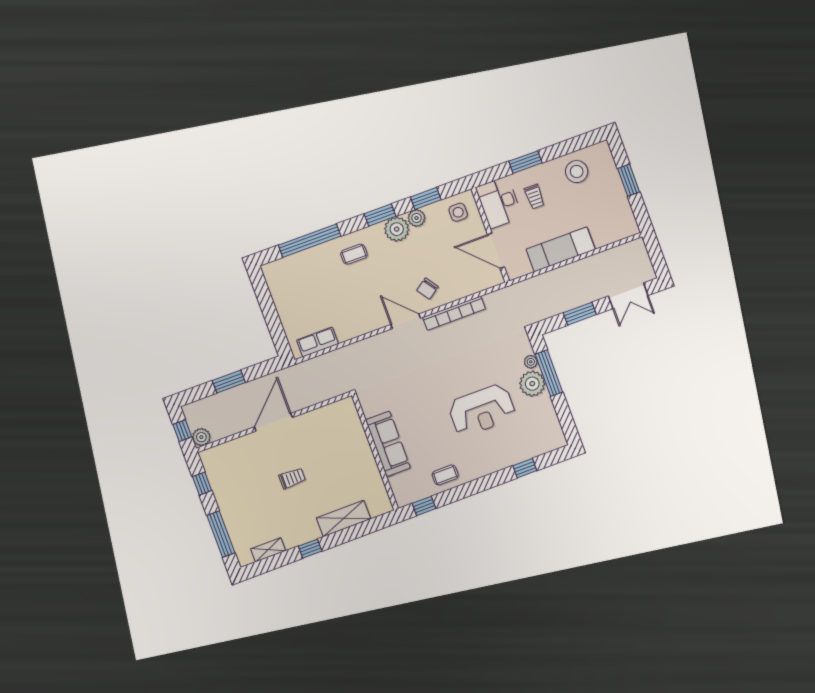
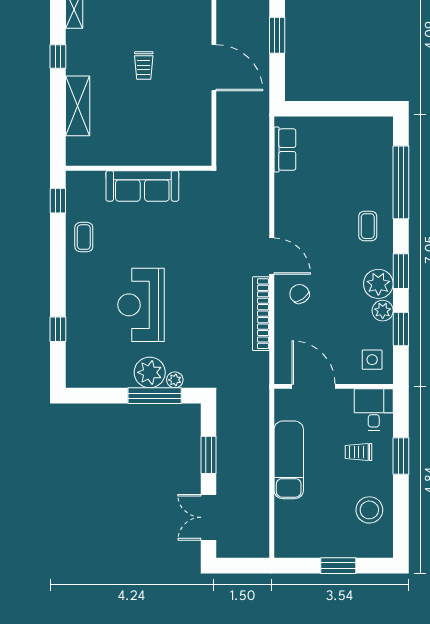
desk: (499, 202) -> (374, 410), width x0.73
door: (496, 251) -> (314, 386), hinge flipped
door: (406, 321) -> (272, 256), hinge flipped

